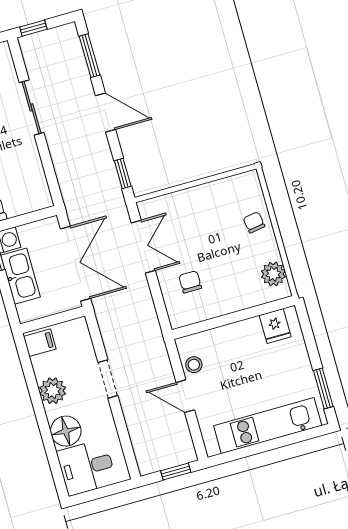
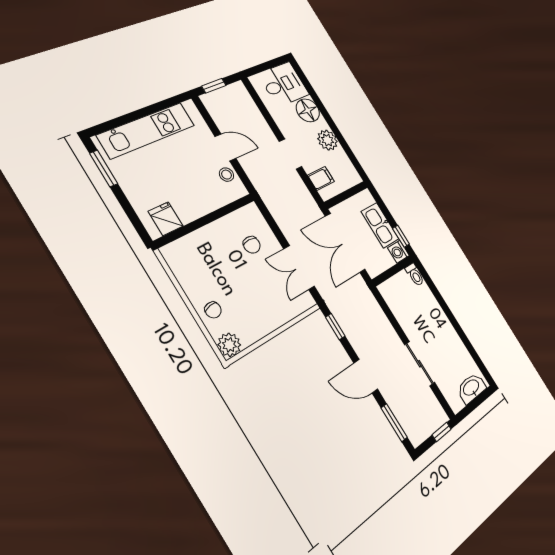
plant: (273, 274) -> (229, 345), moved
filing cabinet: (40, 343) -> (321, 178), moved, turned 180

